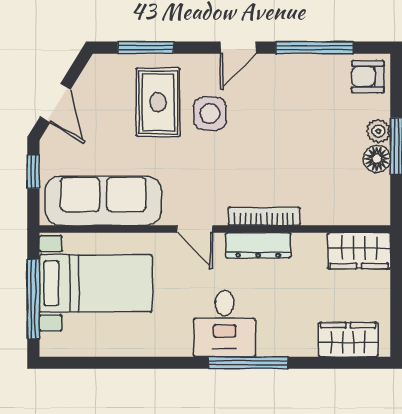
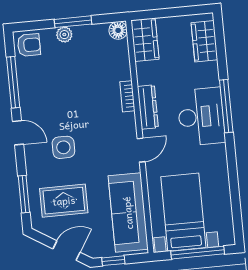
armchair: (368, 77) -> (29, 45), turned -90
rug: (158, 102) -> (64, 201), moved
floor lamp: (377, 159) -> (118, 30), moved
bookcase: (264, 216) -> (127, 96), width x0.64
desk: (225, 324) -> (201, 117), width x1.37

